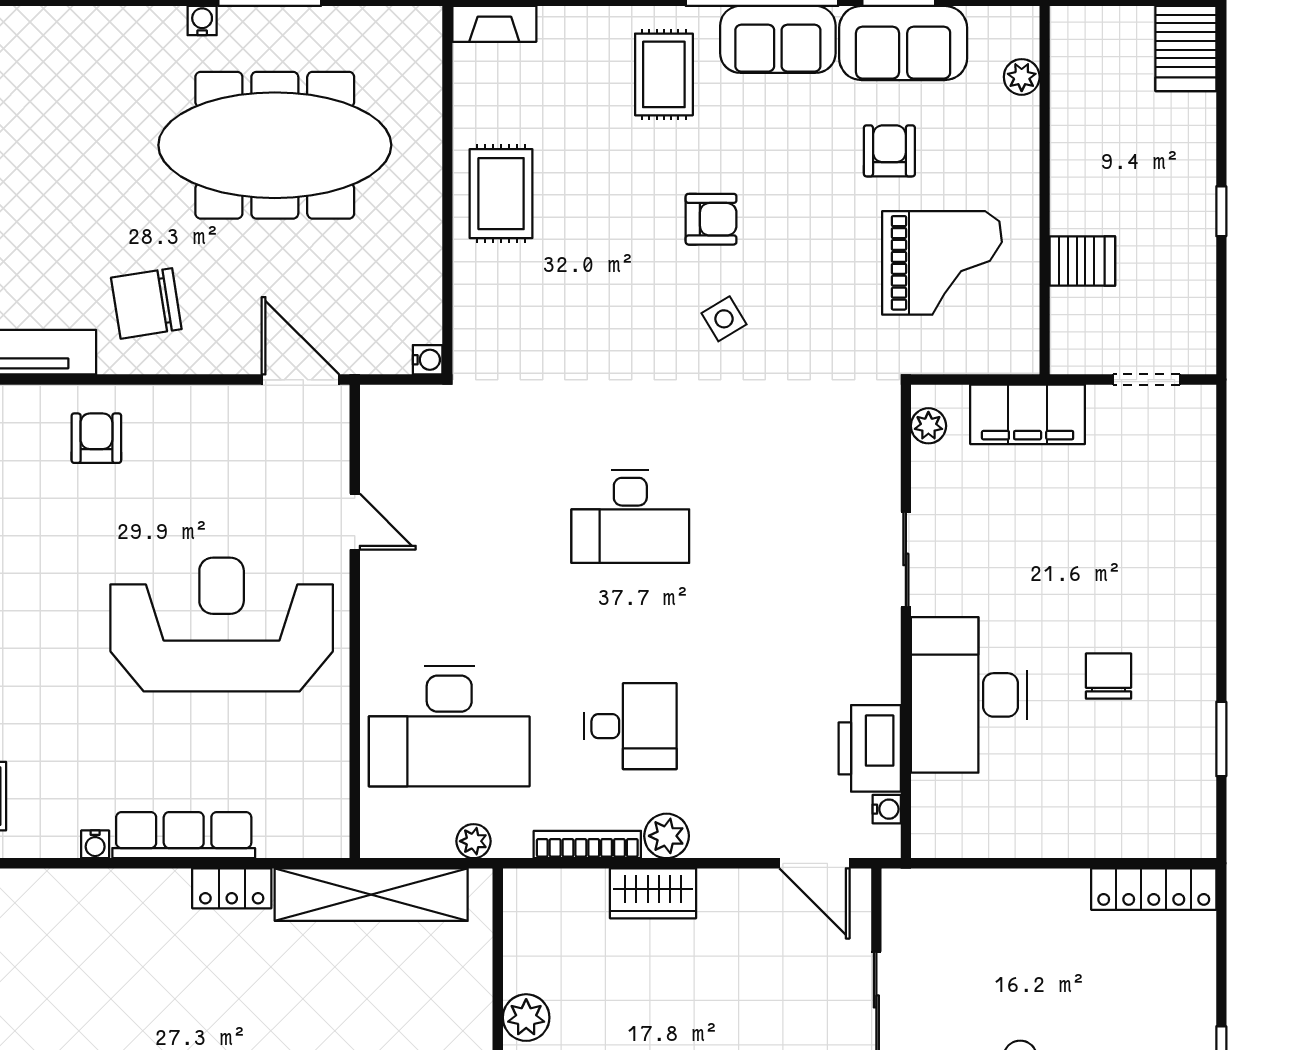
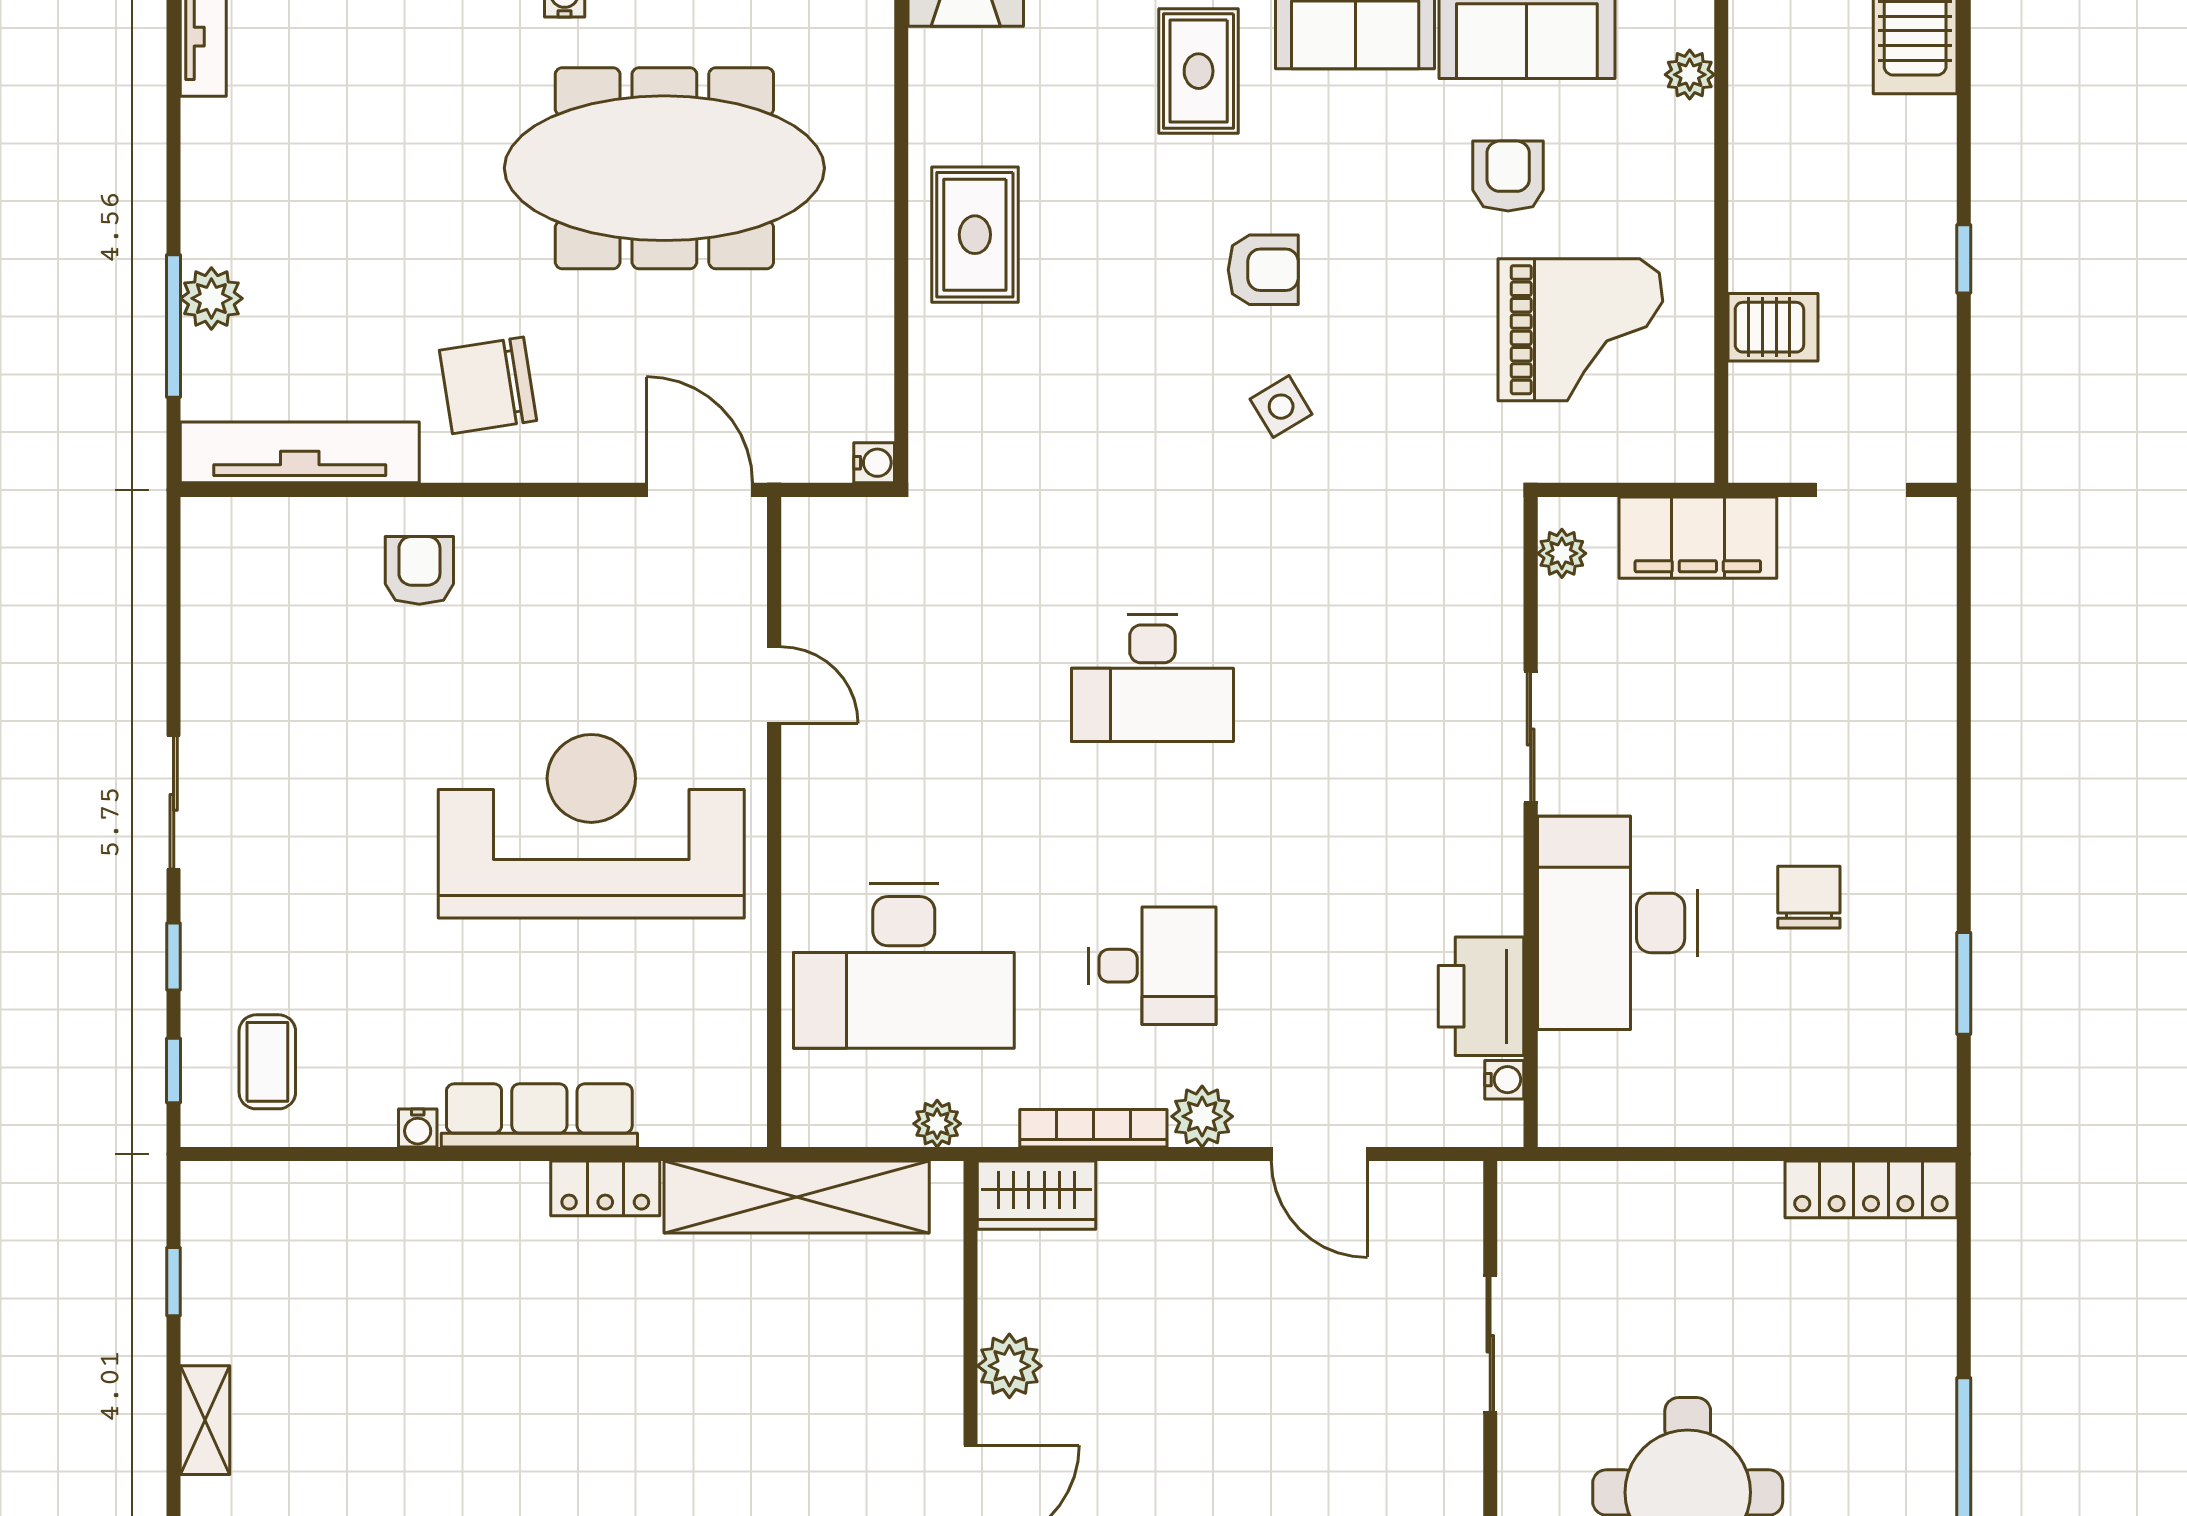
door: (814, 863) -> (1319, 1154), moved
wardrobe: (653, 893) -> (1037, 1195), moved

